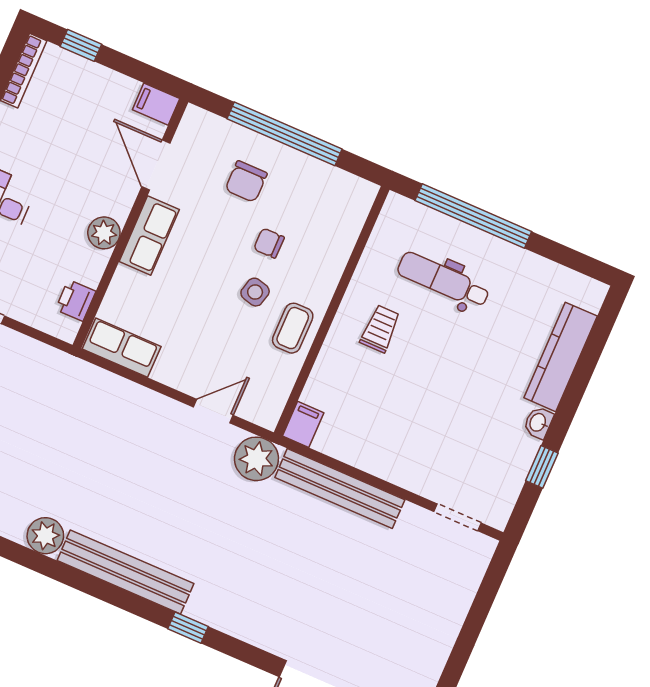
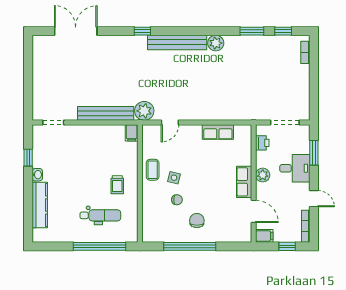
filing cabinet: (156, 104) -> (264, 236), moved
door: (156, 165) -> (254, 211), moved
wall: (131, 224) -> (254, 183), moved
plant: (104, 233) -> (263, 175), moved
row of seats: (149, 236) -> (244, 182), moved
printer: (76, 300) -> (262, 143), moved

